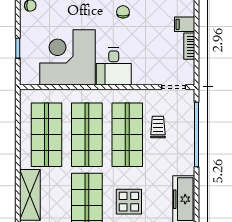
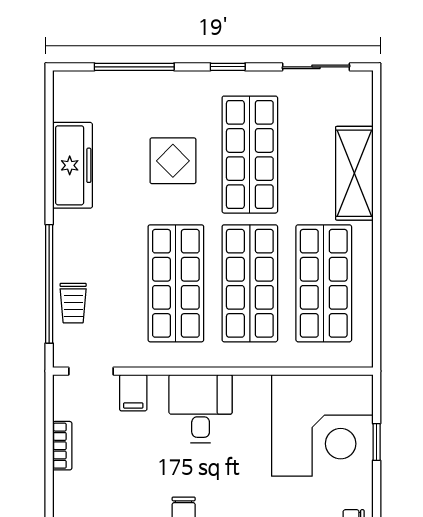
filing cabinet: (185, 24) -> (133, 393), moved, turned 90
corner desk: (67, 57) -> (322, 425), moved
trolley: (158, 127) -> (73, 303), moved

